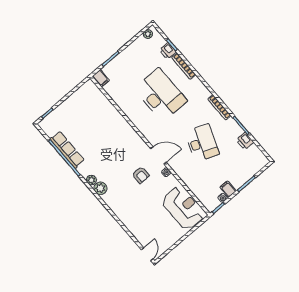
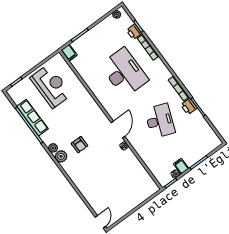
printer: (245, 141) -> (189, 106), moved
door: (158, 155) -> (118, 130), hinge flipped
armchair: (141, 175) -> (80, 145), moved
reception desk: (183, 208) -> (51, 86), moved

